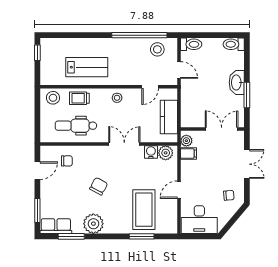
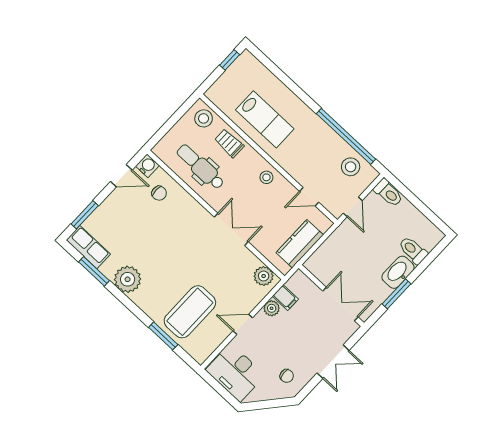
toilet: (234, 44) -> (413, 250), moved
plant: (186, 141) -> (272, 308), moved
water cooler: (151, 152) -> (147, 166), moved
chair: (99, 186) -> (167, 247), removed

